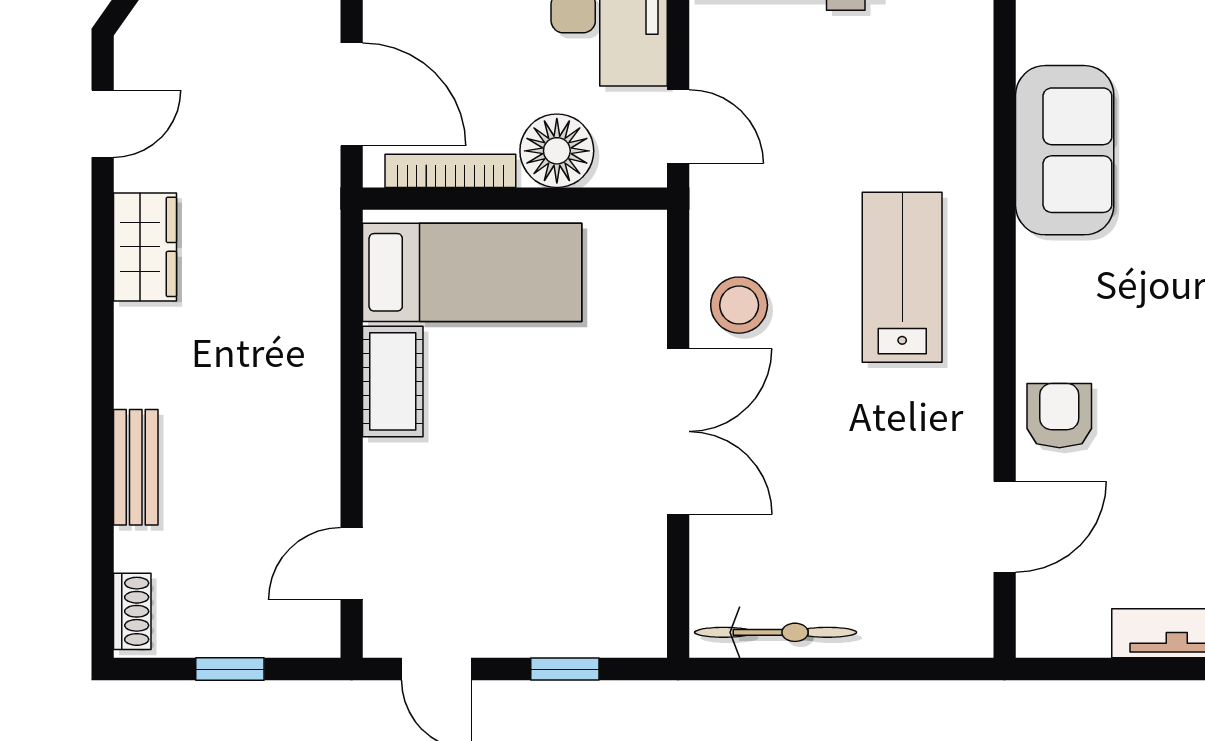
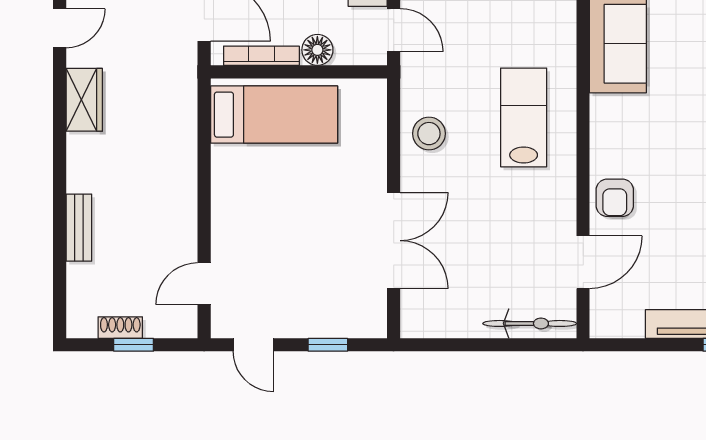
floor lamp: (557, 151) -> (317, 50), width x0.73, depth x0.73
cot: (393, 381) -> (228, 178), removed
armchair: (1059, 416) -> (615, 198), turned 180
double door: (678, 431) -> (394, 241), moved
shoe rack: (132, 611) -> (120, 328), moved, turned -90
bicycle: (776, 632) -> (530, 323), moved

